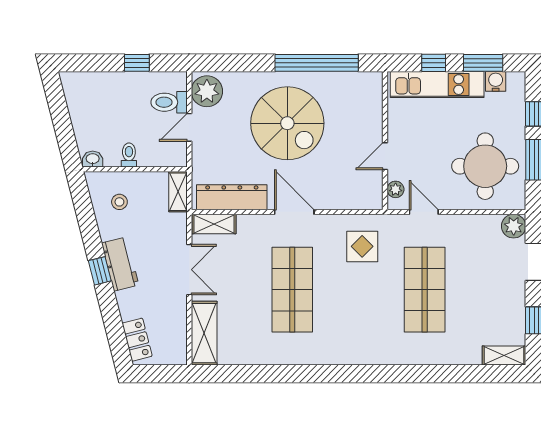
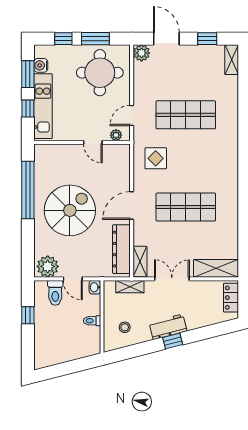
washbasin: (93, 159) -> (95, 287), moved
shelving: (178, 192) -> (130, 287), moved
locker: (137, 340) -> (231, 298), moved, turned -76

